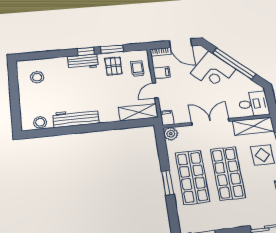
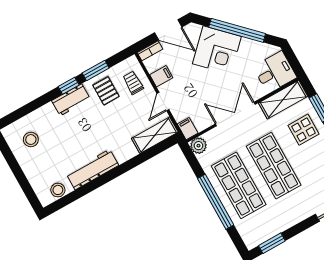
window: (168, 183) -> (216, 202), width x2.11

